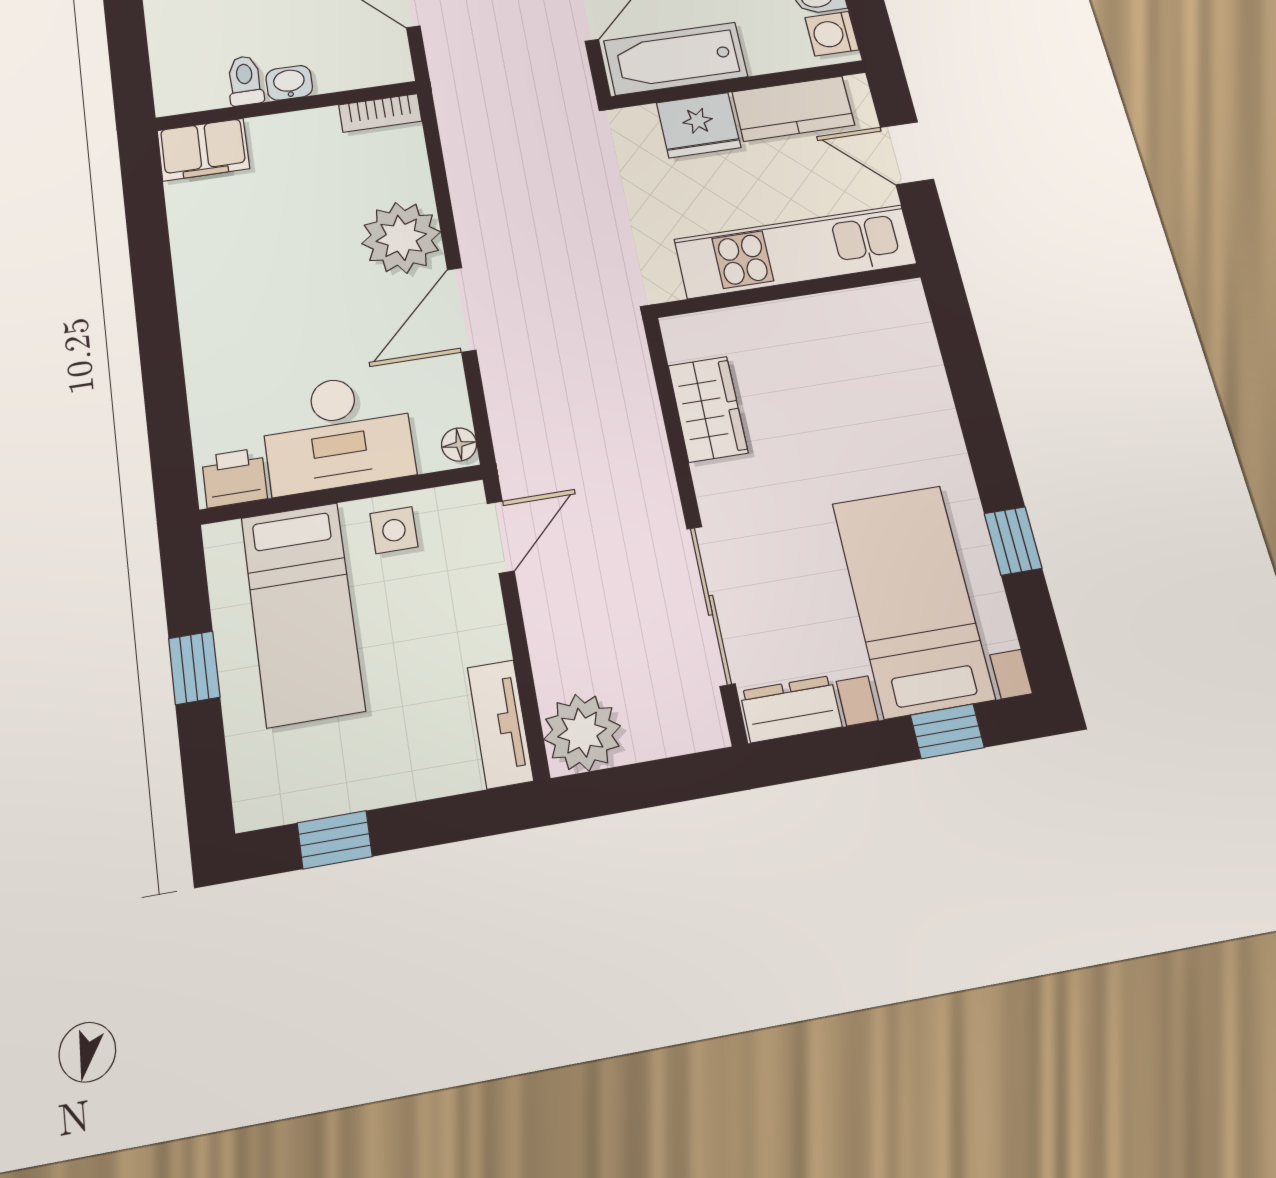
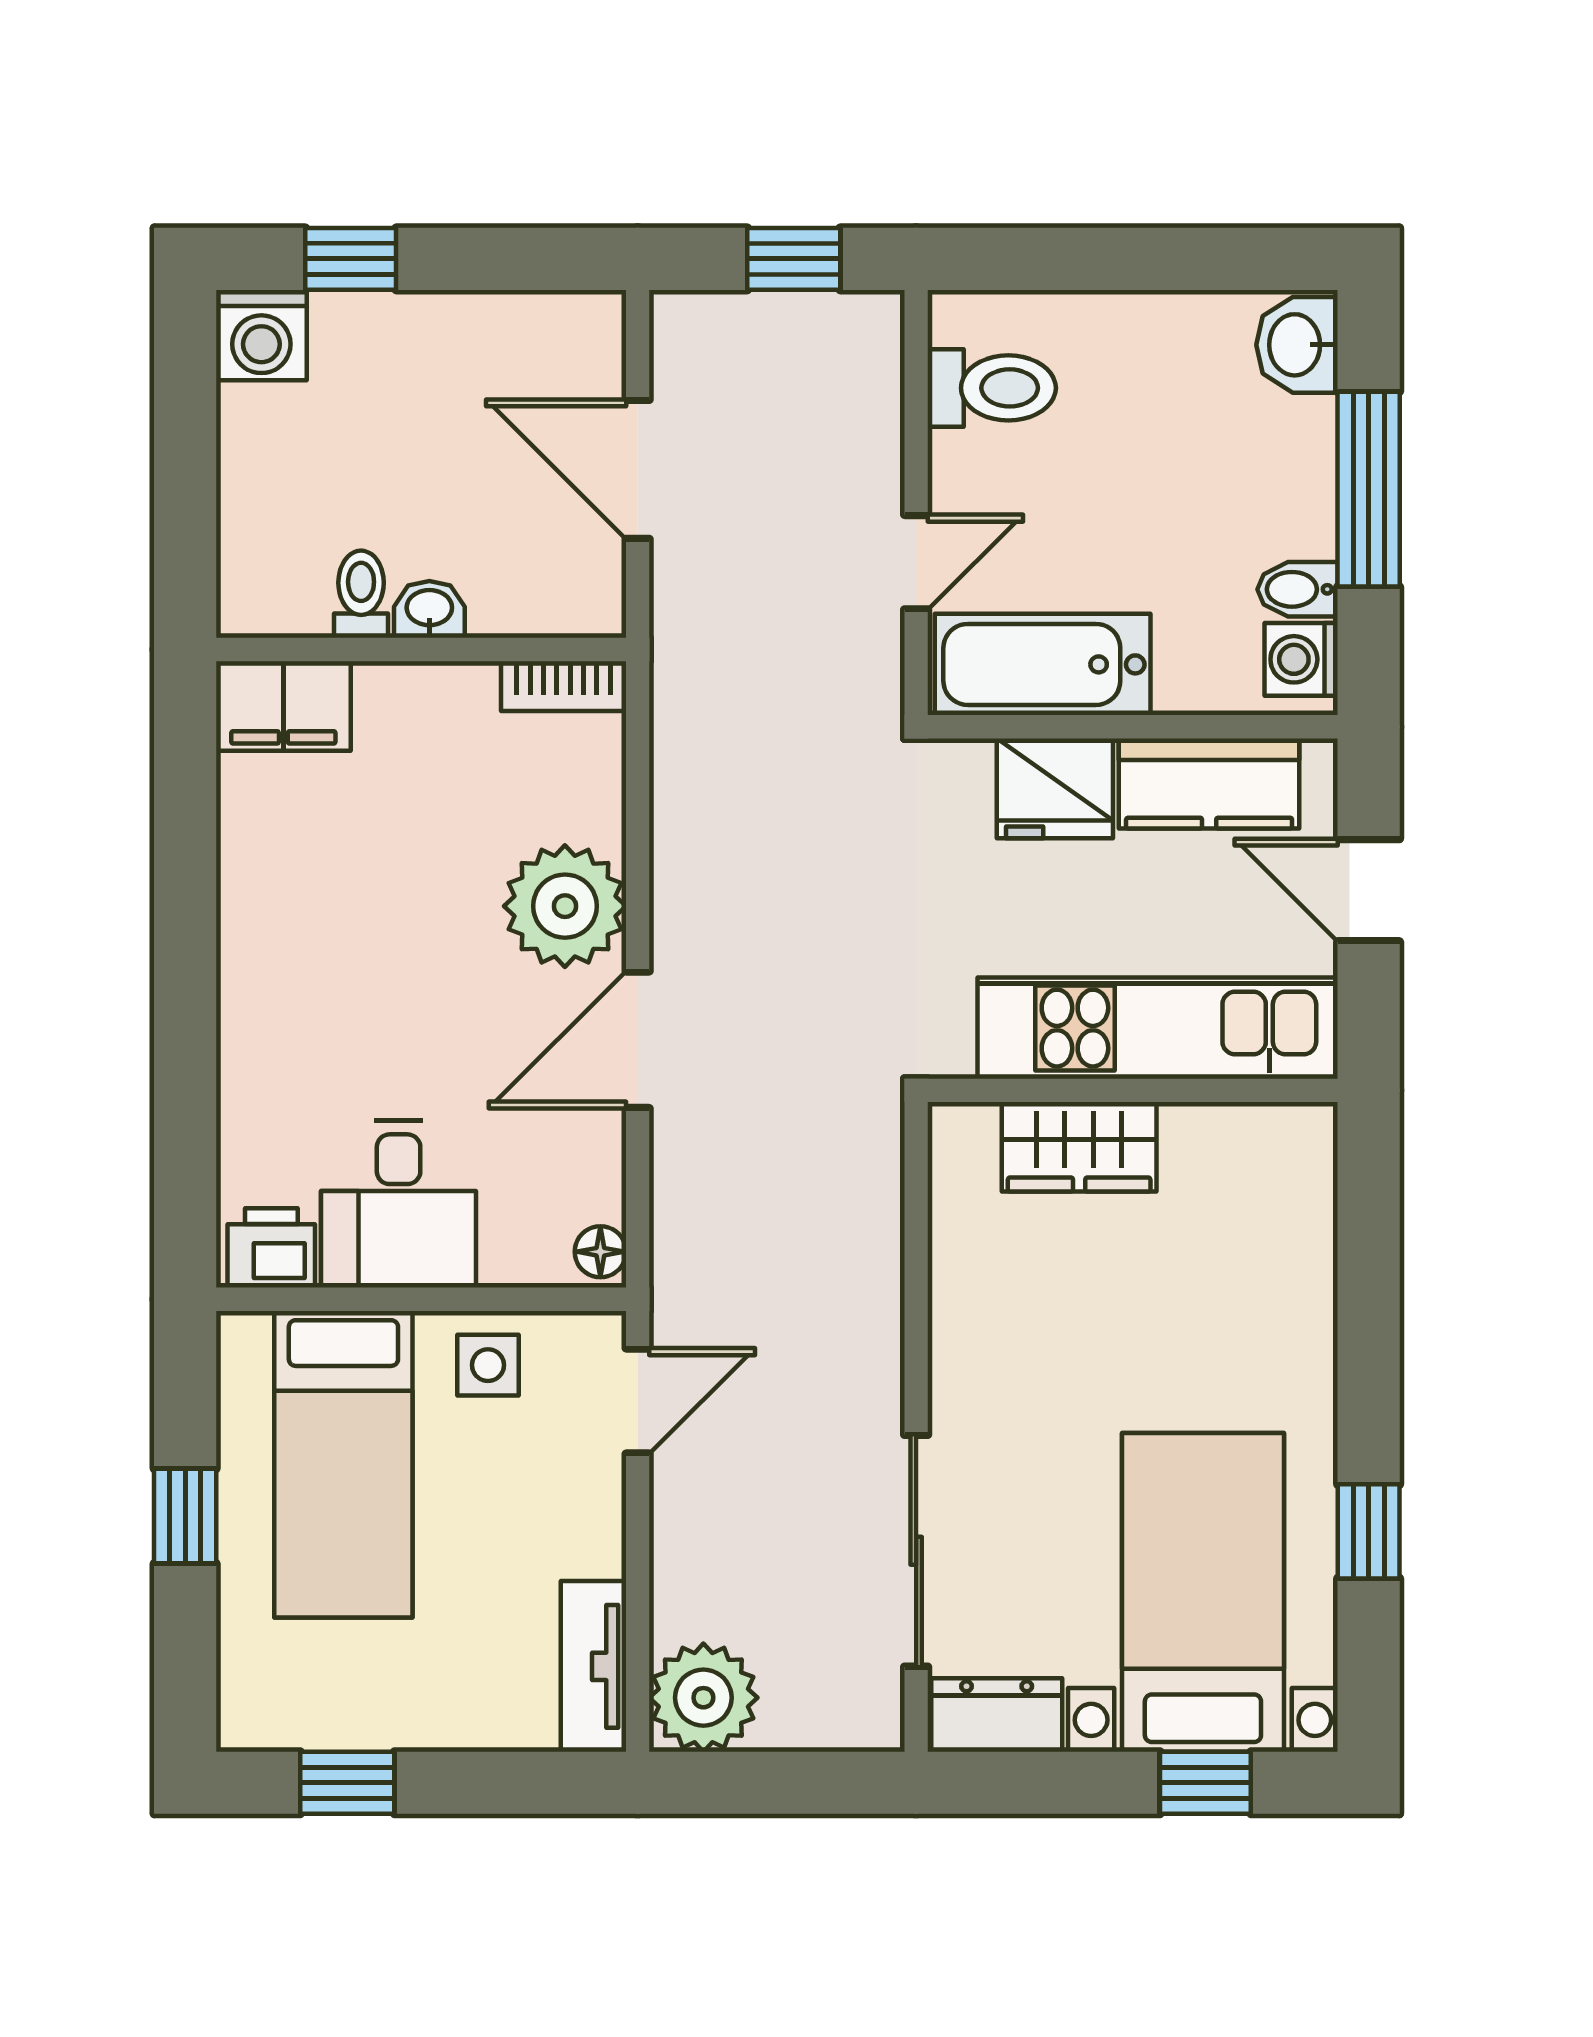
wardrobe: (708, 409) -> (1079, 1147), moved, turned 90
desk: (337, 433) -> (399, 1204), width x0.73

